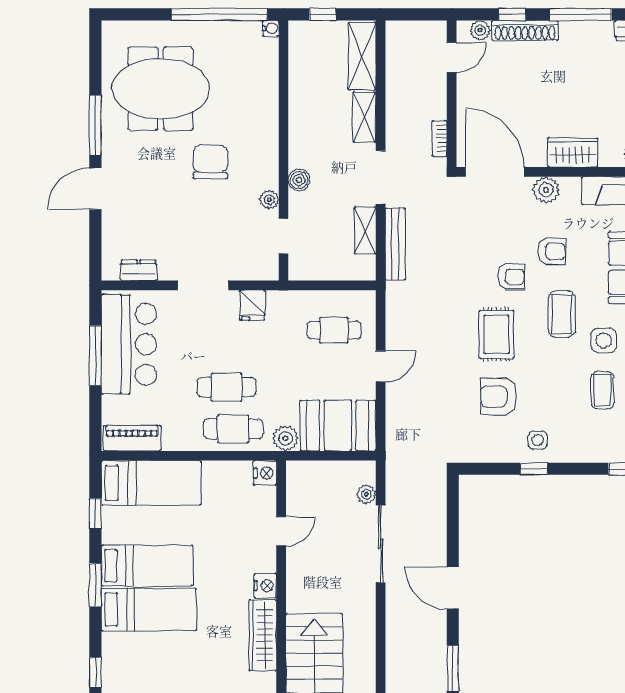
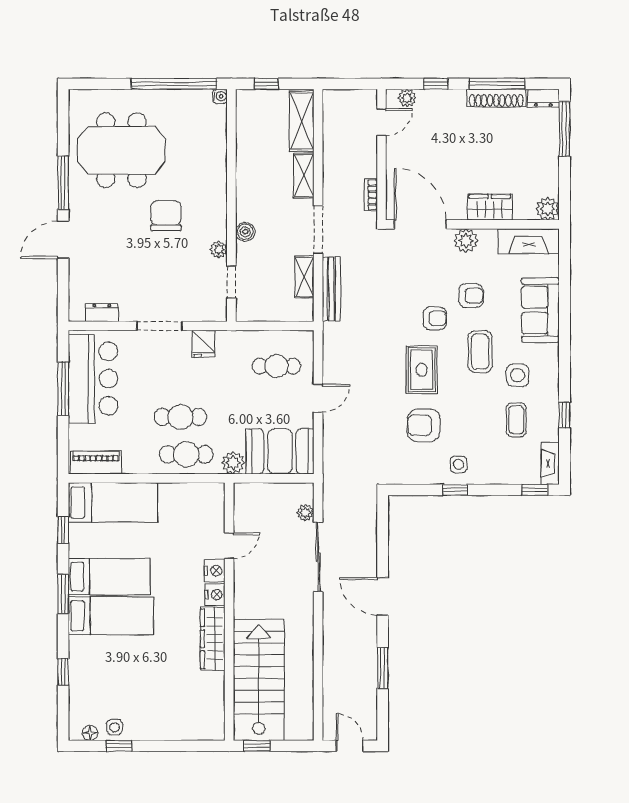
shoe rack: (525, 31) -> (496, 98), moved
nightstand: (265, 473) -> (215, 571), moved

